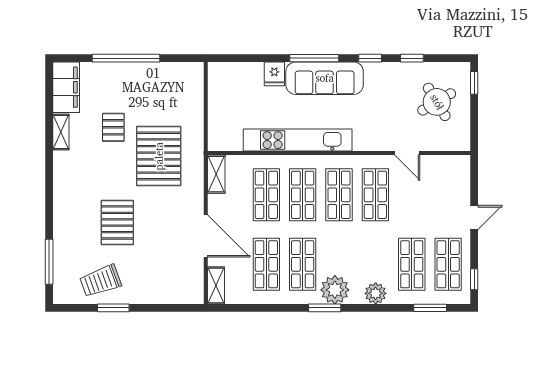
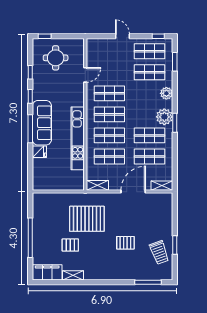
round table: (437, 102) -> (56, 58), turned 31
pallet: (117, 222) -> (125, 243), width x0.67, depth x0.71

